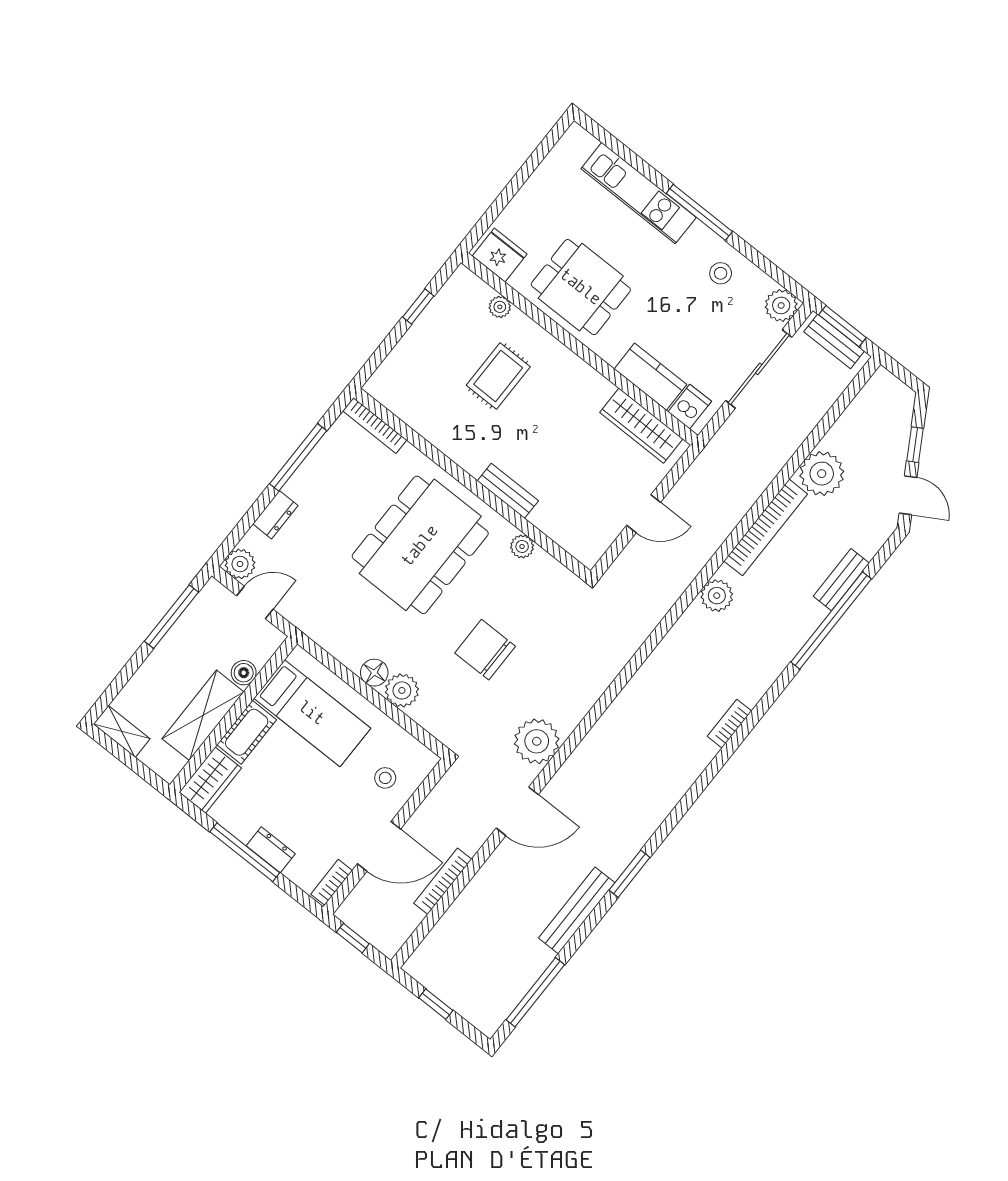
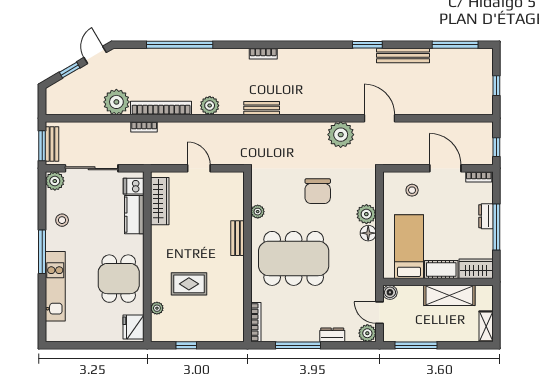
bench: (841, 580) -> (262, 108), moved
boiler: (244, 673) -> (390, 292), moved
bookcase: (443, 881) -> (144, 127), moved, width x0.64

